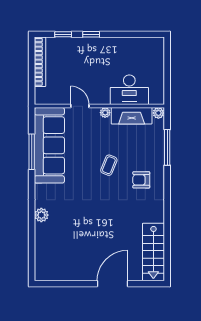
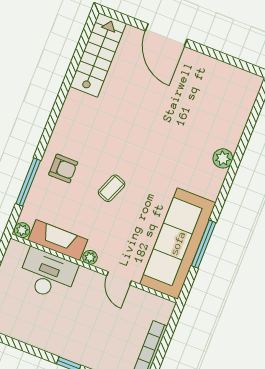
armchair: (141, 180) -> (63, 168), moved
door: (113, 284) -> (166, 35), hinge flipped

